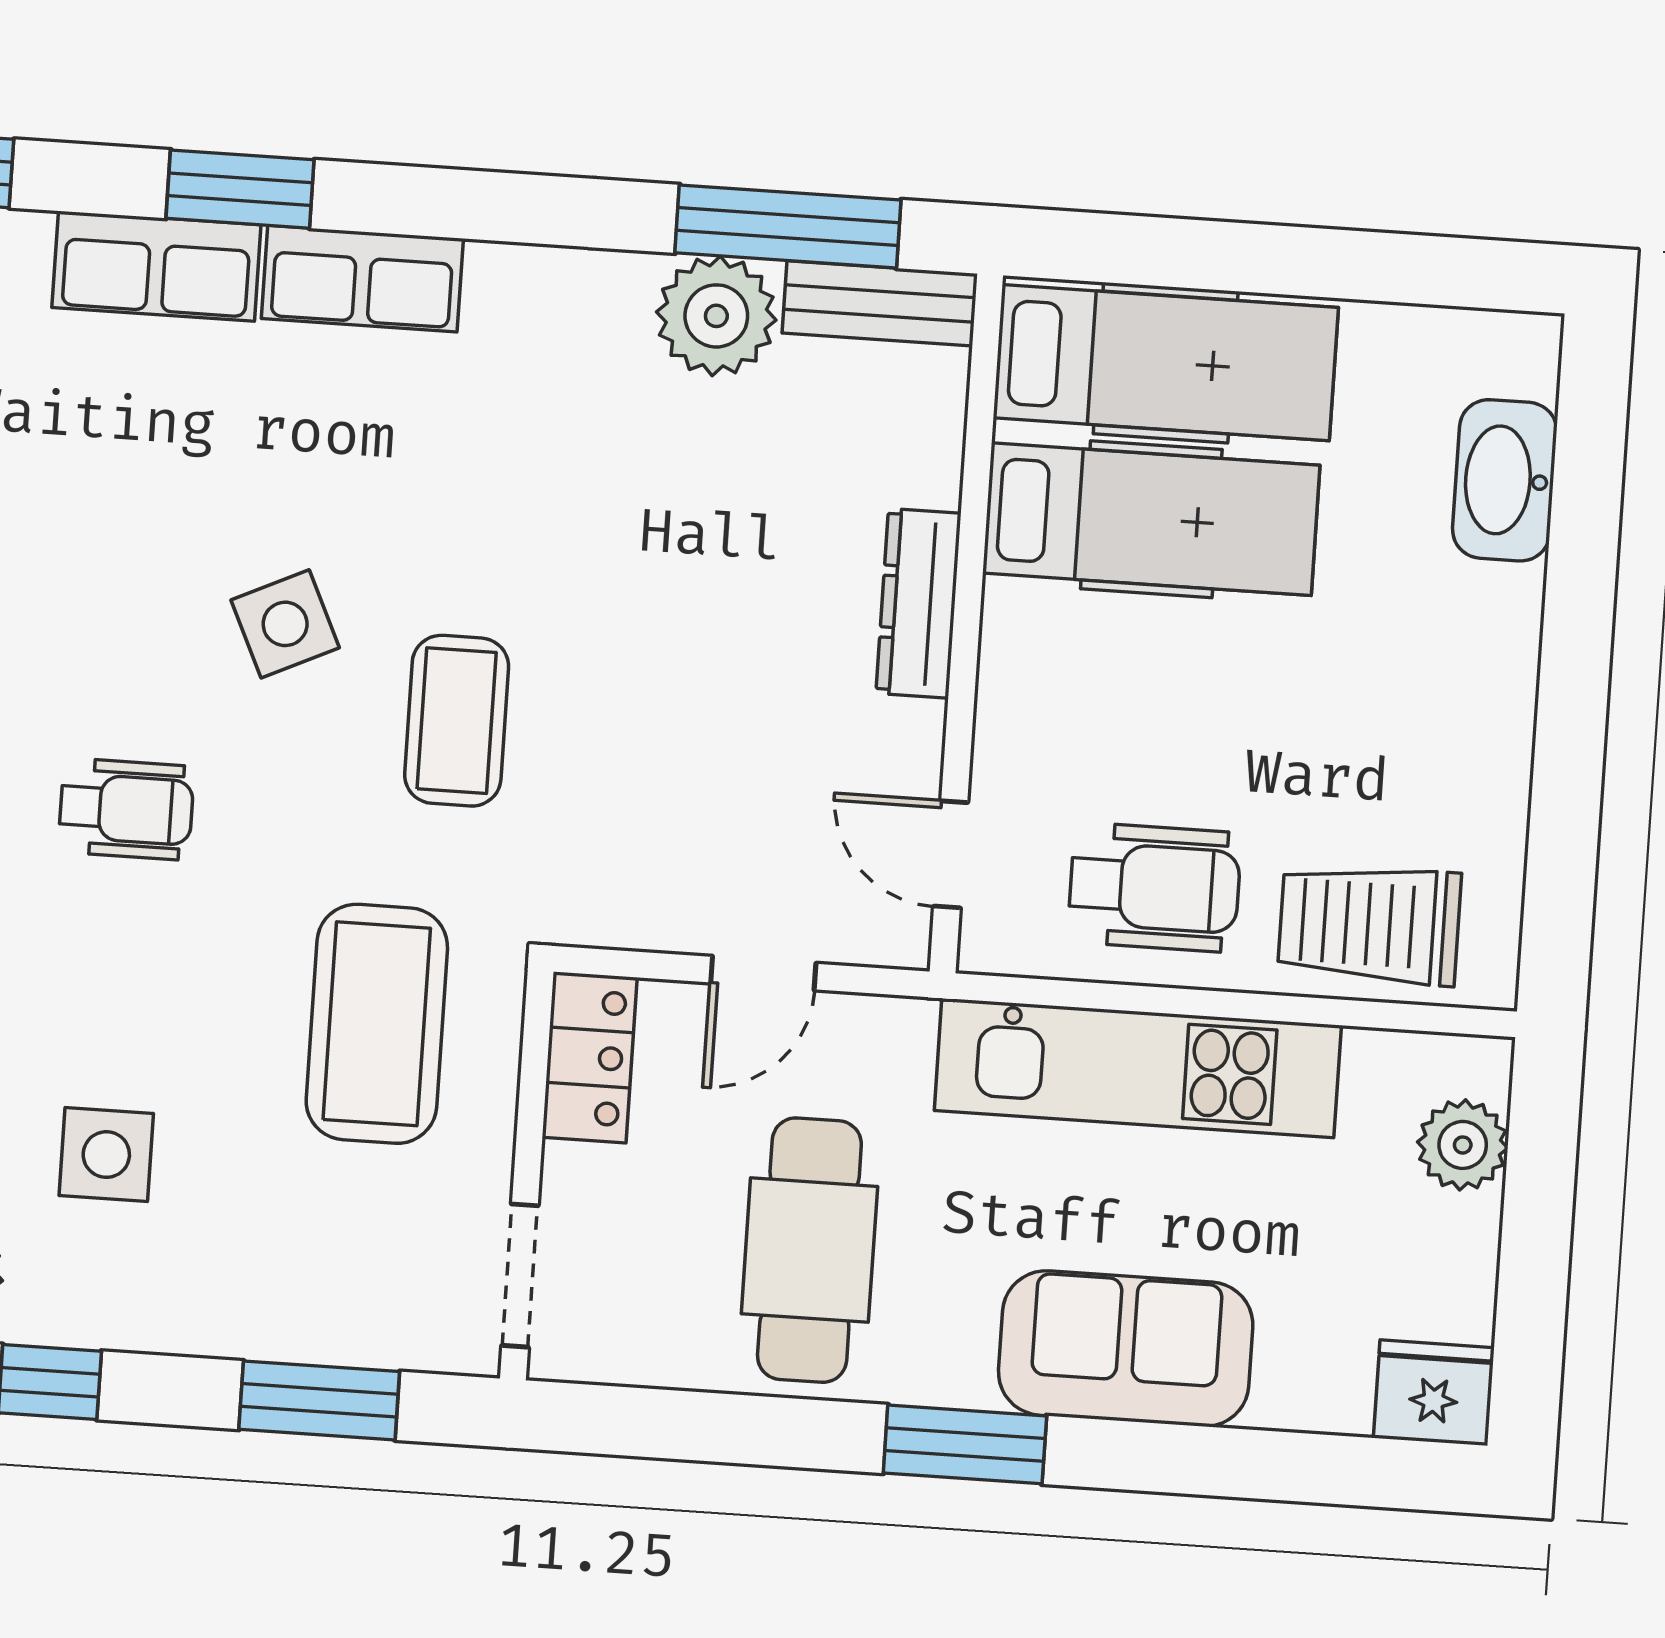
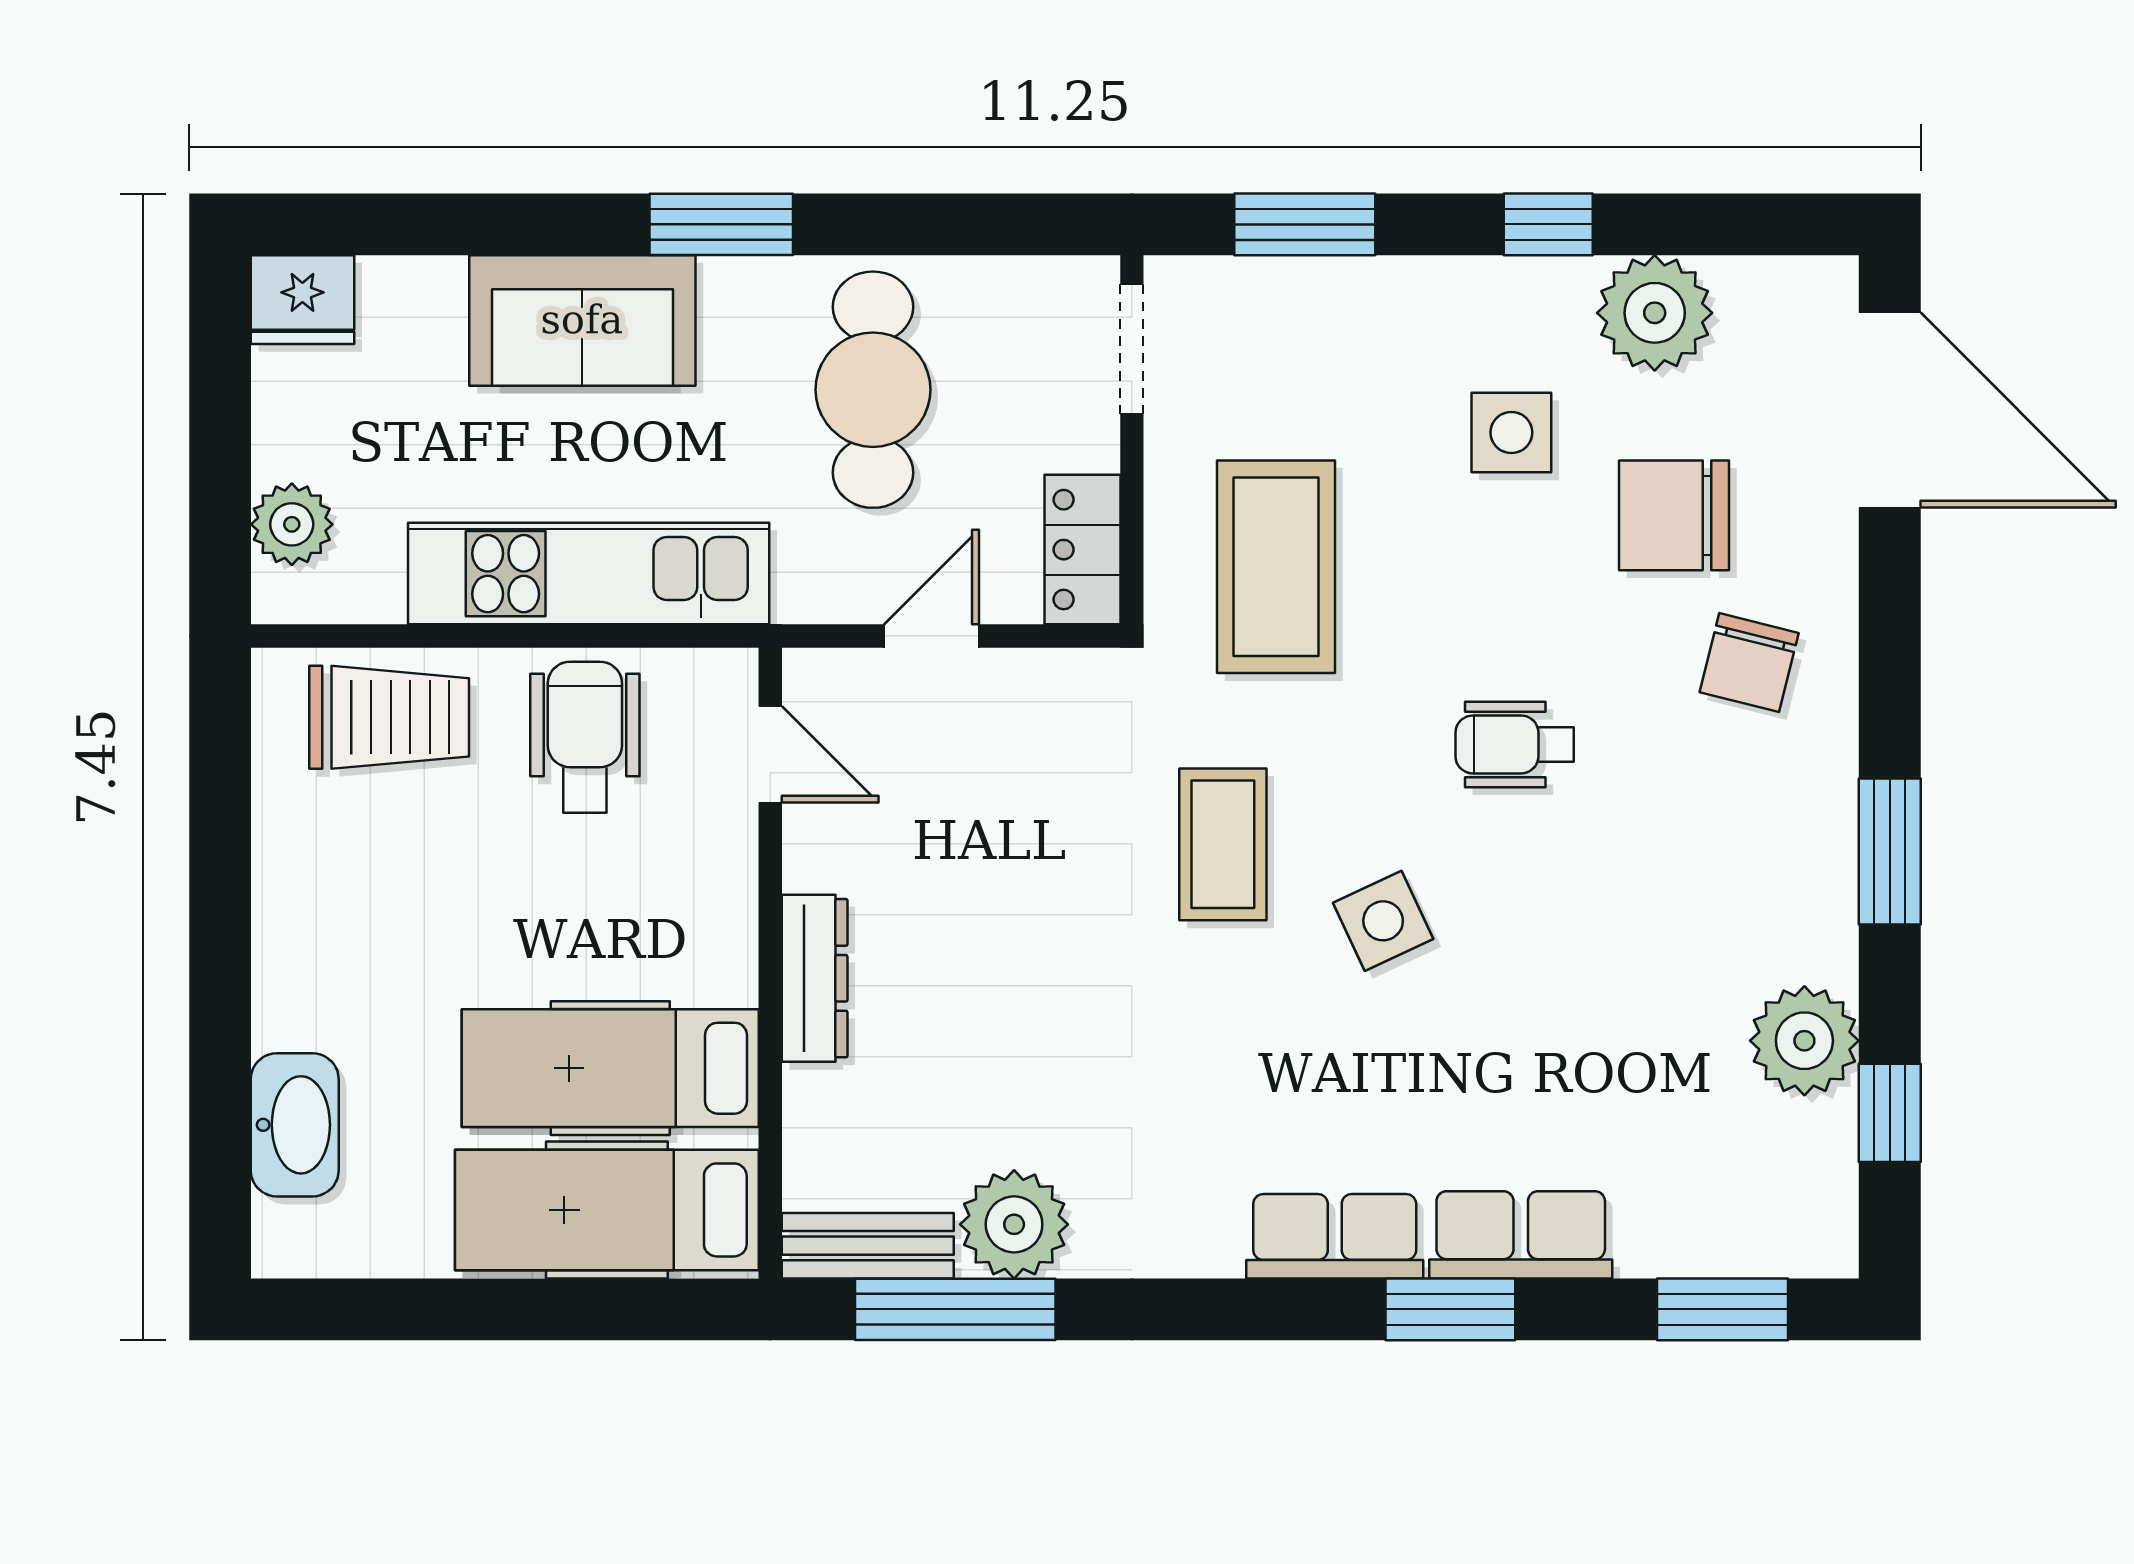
wheelchair: (1154, 887) -> (585, 737), turned 90

